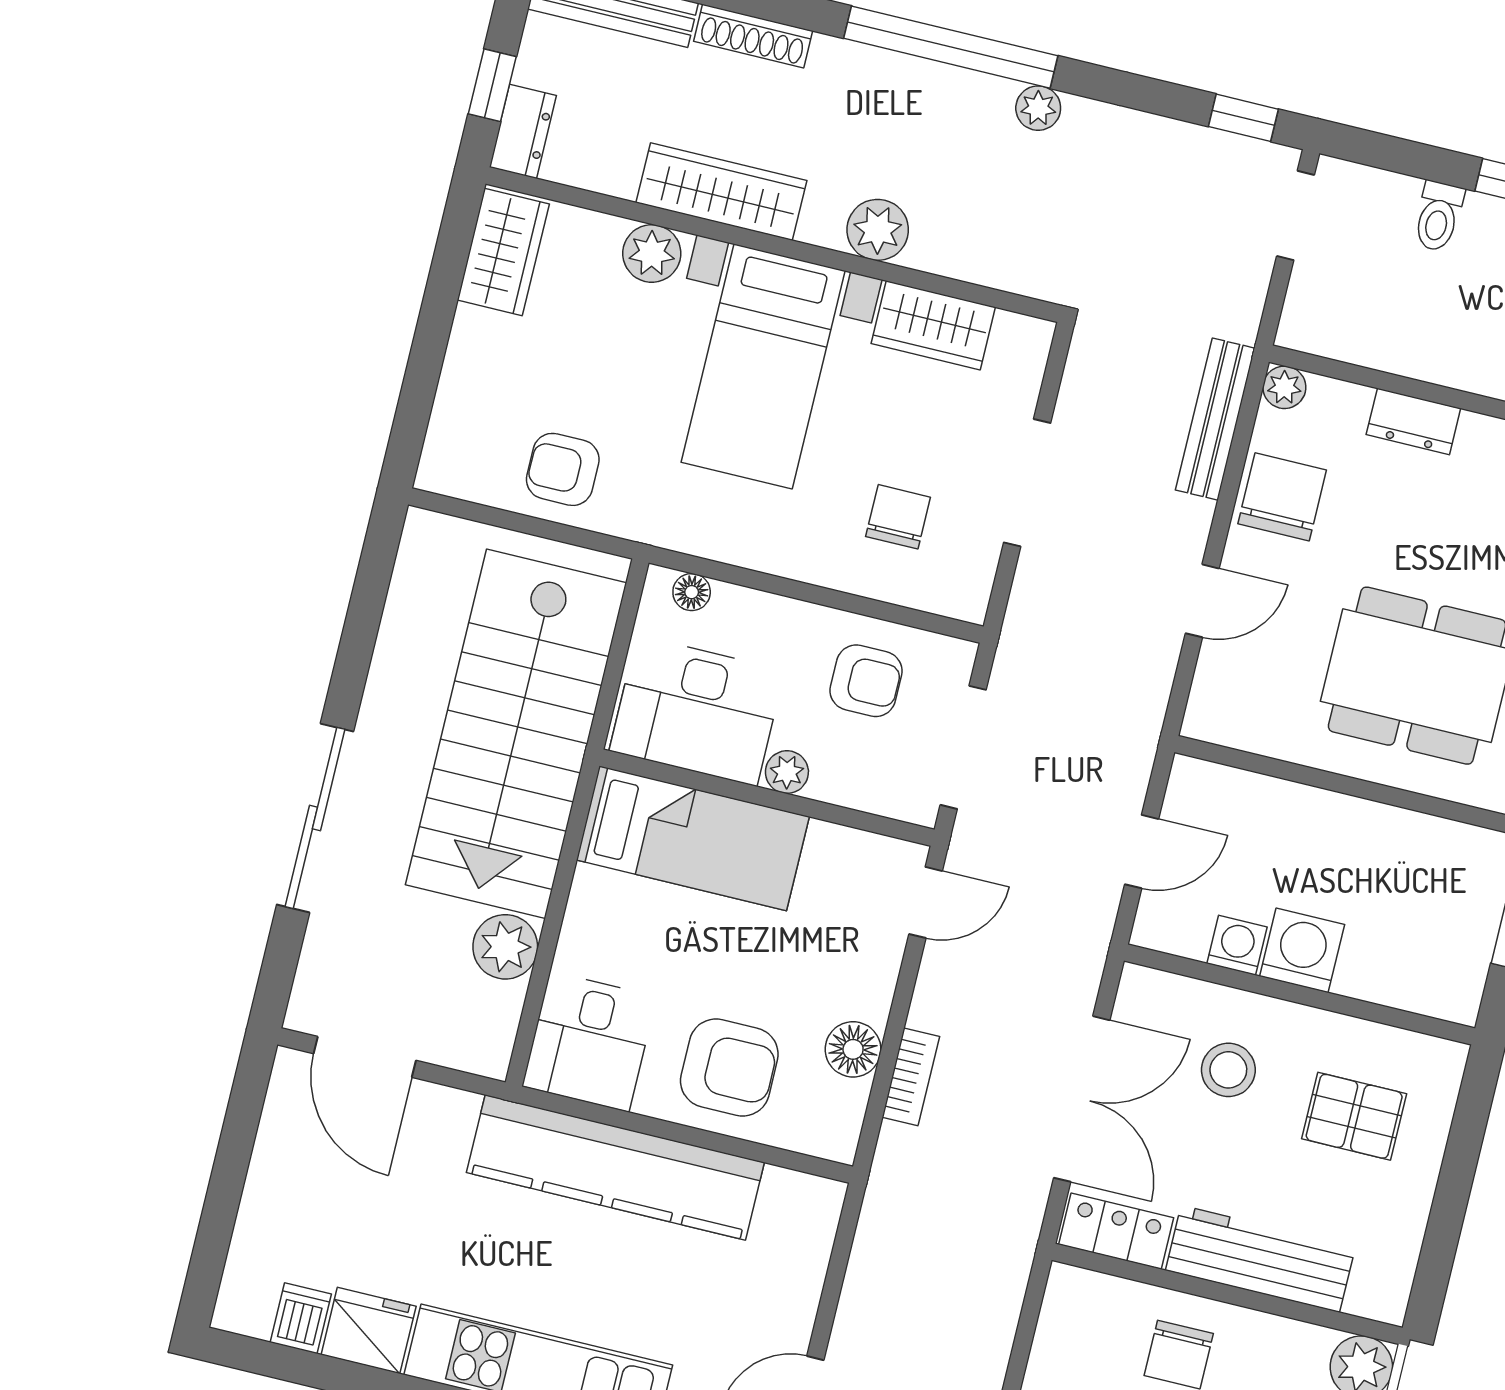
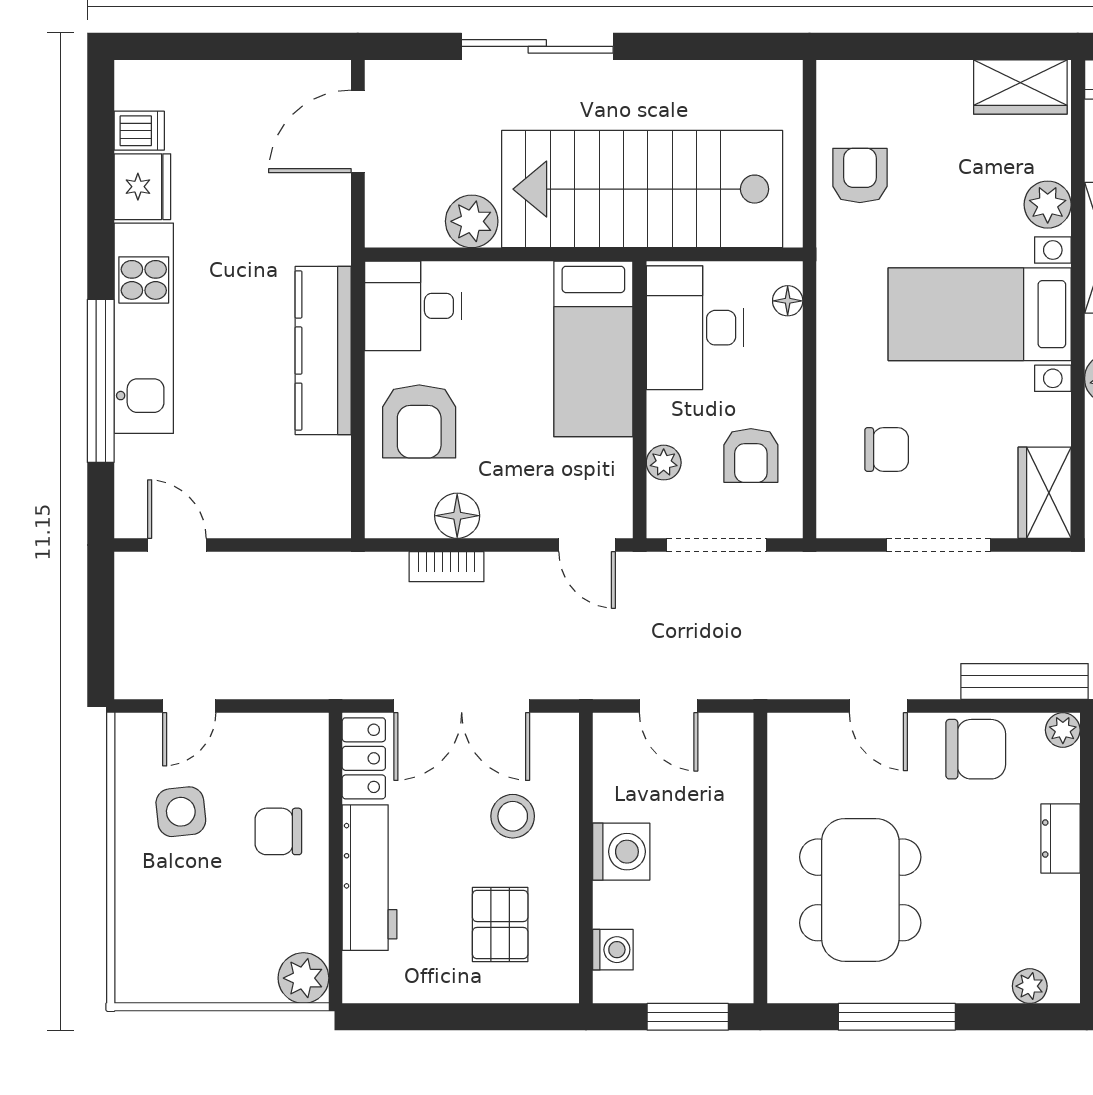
wardrobe: (933, 325) -> (1045, 493), moved
plant: (787, 772) -> (664, 463), moved
washing machine: (1237, 945) -> (613, 950), moved
kitchen counter: (615, 1167) -> (323, 351), width x0.72, depth x0.86

